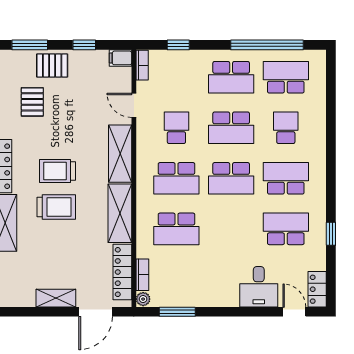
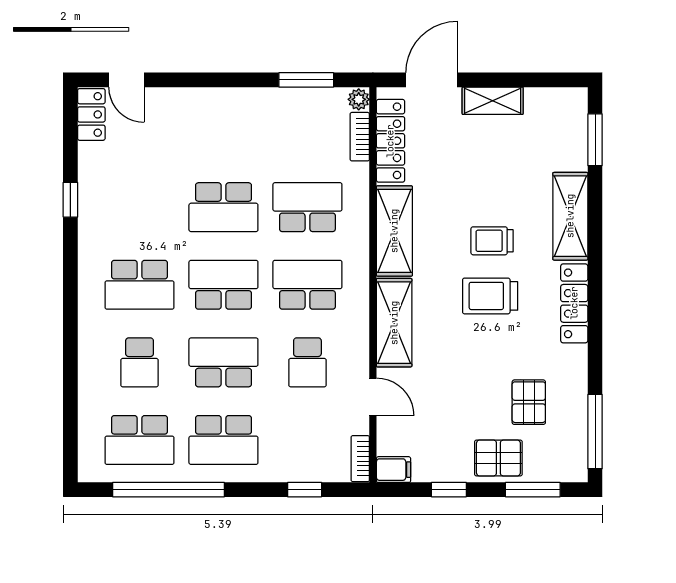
school desk: (231, 77) -> (223, 440), turned 180
trolley: (57, 171) -> (490, 296), turned 180
trolley: (56, 207) -> (492, 241), width x0.73, depth x0.72
school desk: (286, 229) -> (223, 207), moved
desk: (259, 287) -> (181, 118), removed

